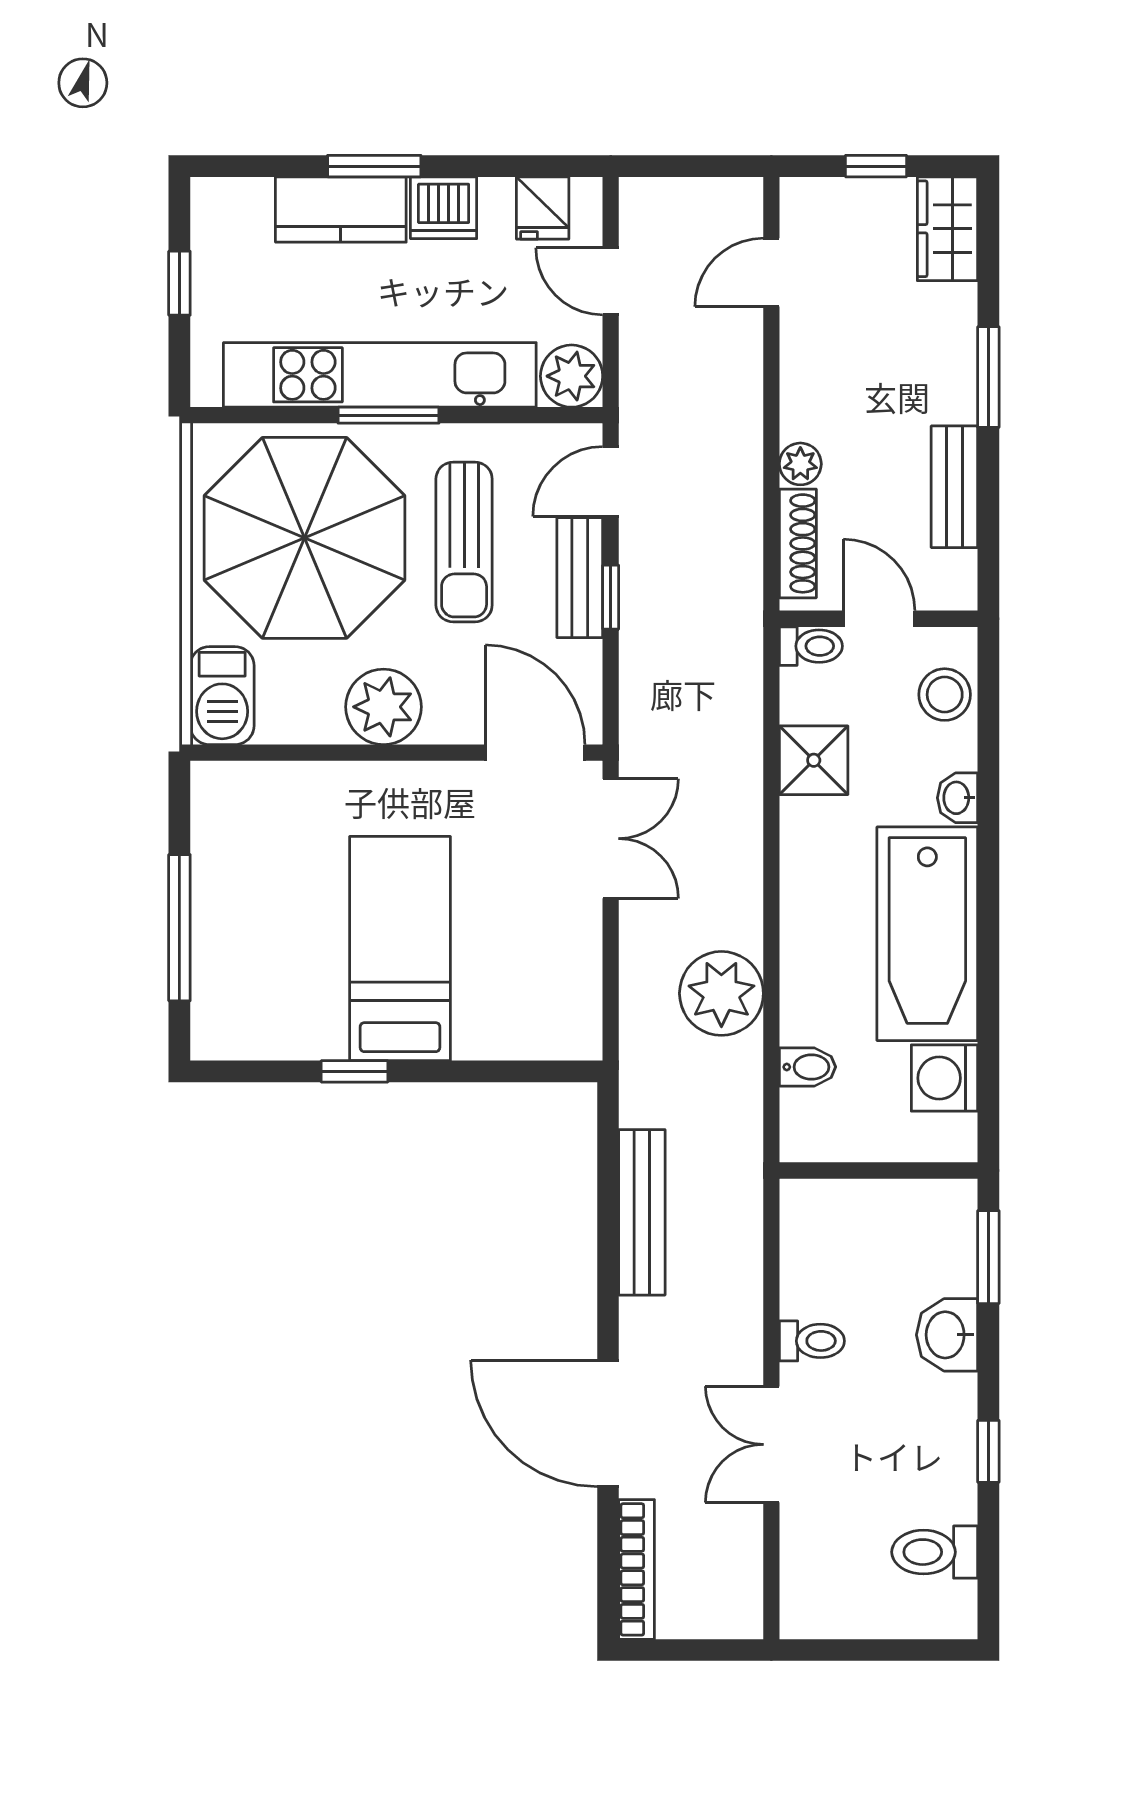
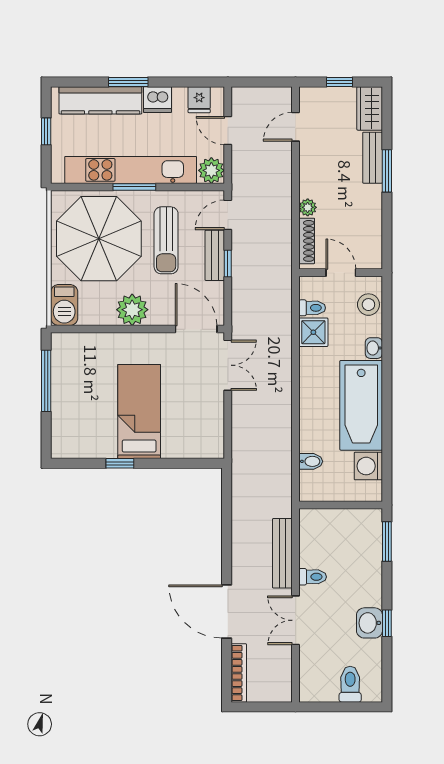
kitchen counter: (341, 209) -> (100, 100), width x1.50
bench: (954, 487) -> (373, 158), moved
toilet: (811, 646) -> (312, 308), moved
window: (179, 928) -> (46, 381), moved
plant: (721, 993) -> (274, 430), removed
bench: (642, 1212) -> (282, 553), moved
washbasin: (947, 1335) -> (369, 623), moved
toilet: (935, 1552) -> (350, 684), moved, turned 90

